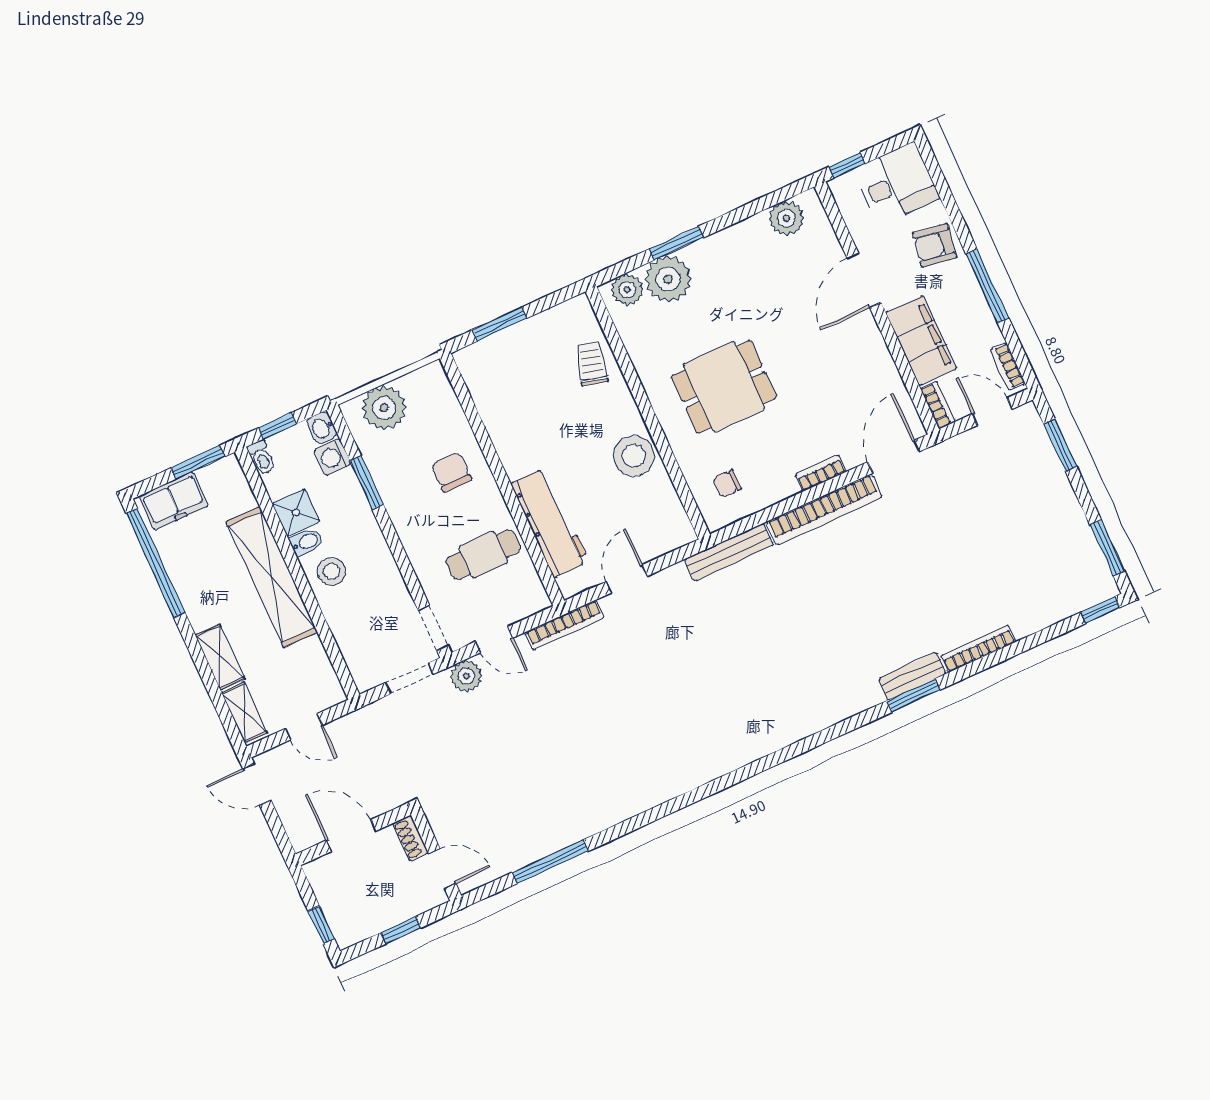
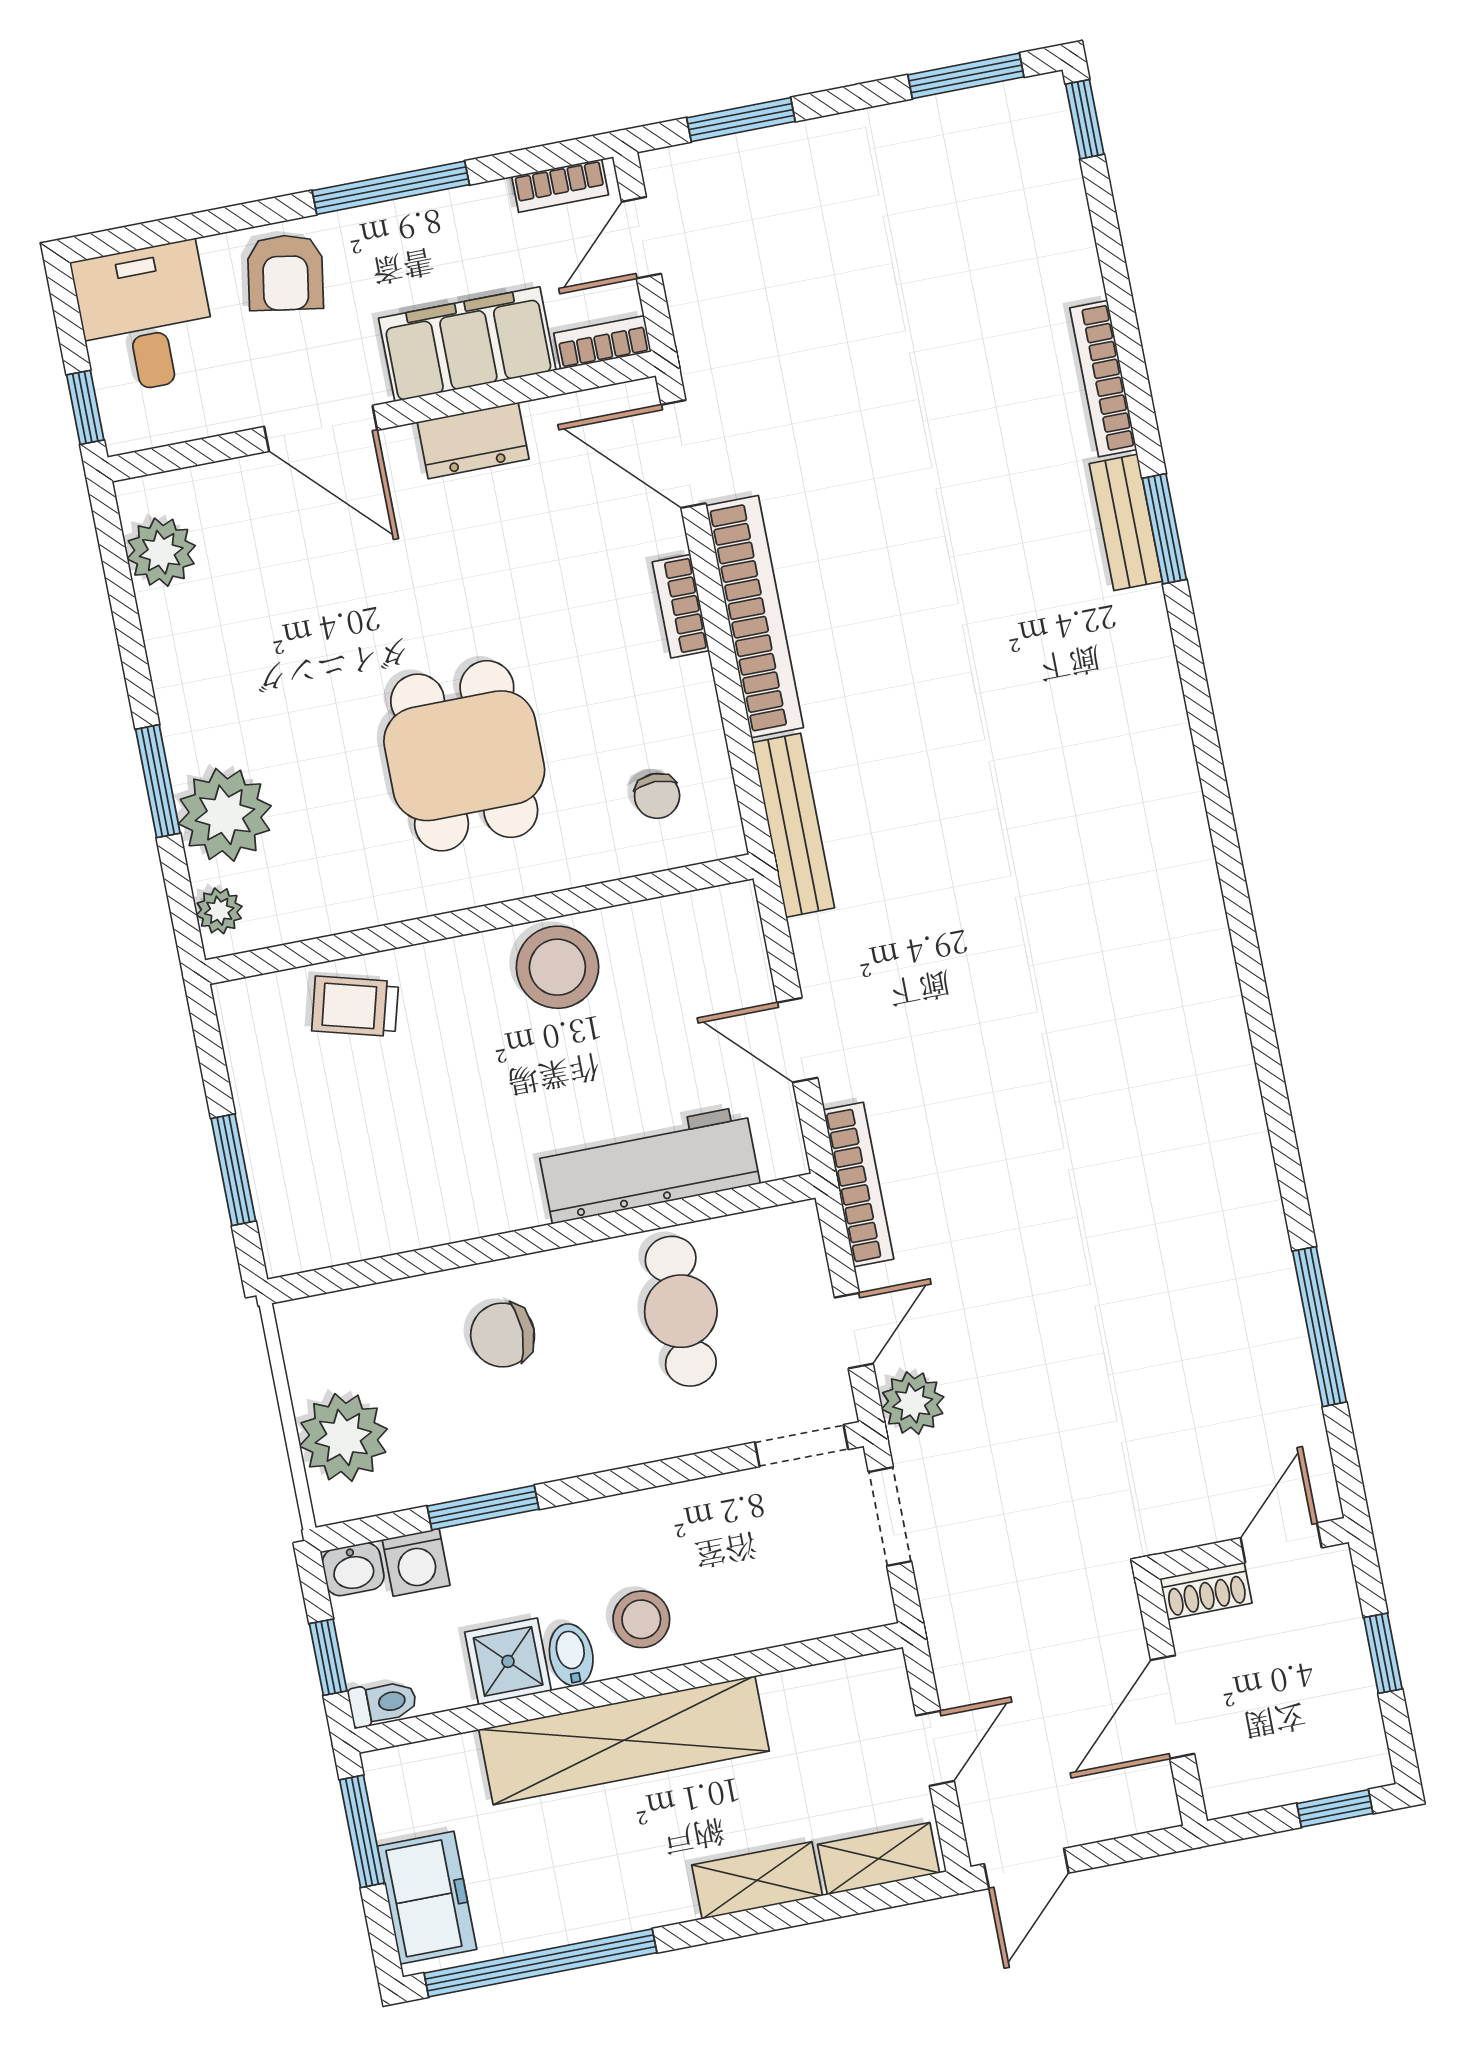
plant: (627, 290) -> (219, 911), width x0.73, depth x0.73
dresser: (876, 355) -> (473, 441), added

